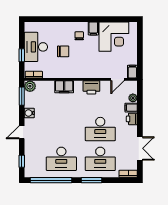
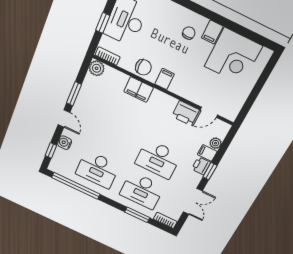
chair: (63, 51) -> (143, 67), moved
filing cabinet: (132, 72) -> (165, 79), moved
printer: (91, 87) -> (186, 113), moved
window: (22, 96) -> (74, 94), moved
water cooler: (29, 113) -> (65, 143), moved
window: (140, 120) -> (210, 171), added
door: (22, 132) -> (64, 118), swing flipped
window: (92, 180) -> (137, 215), moved

